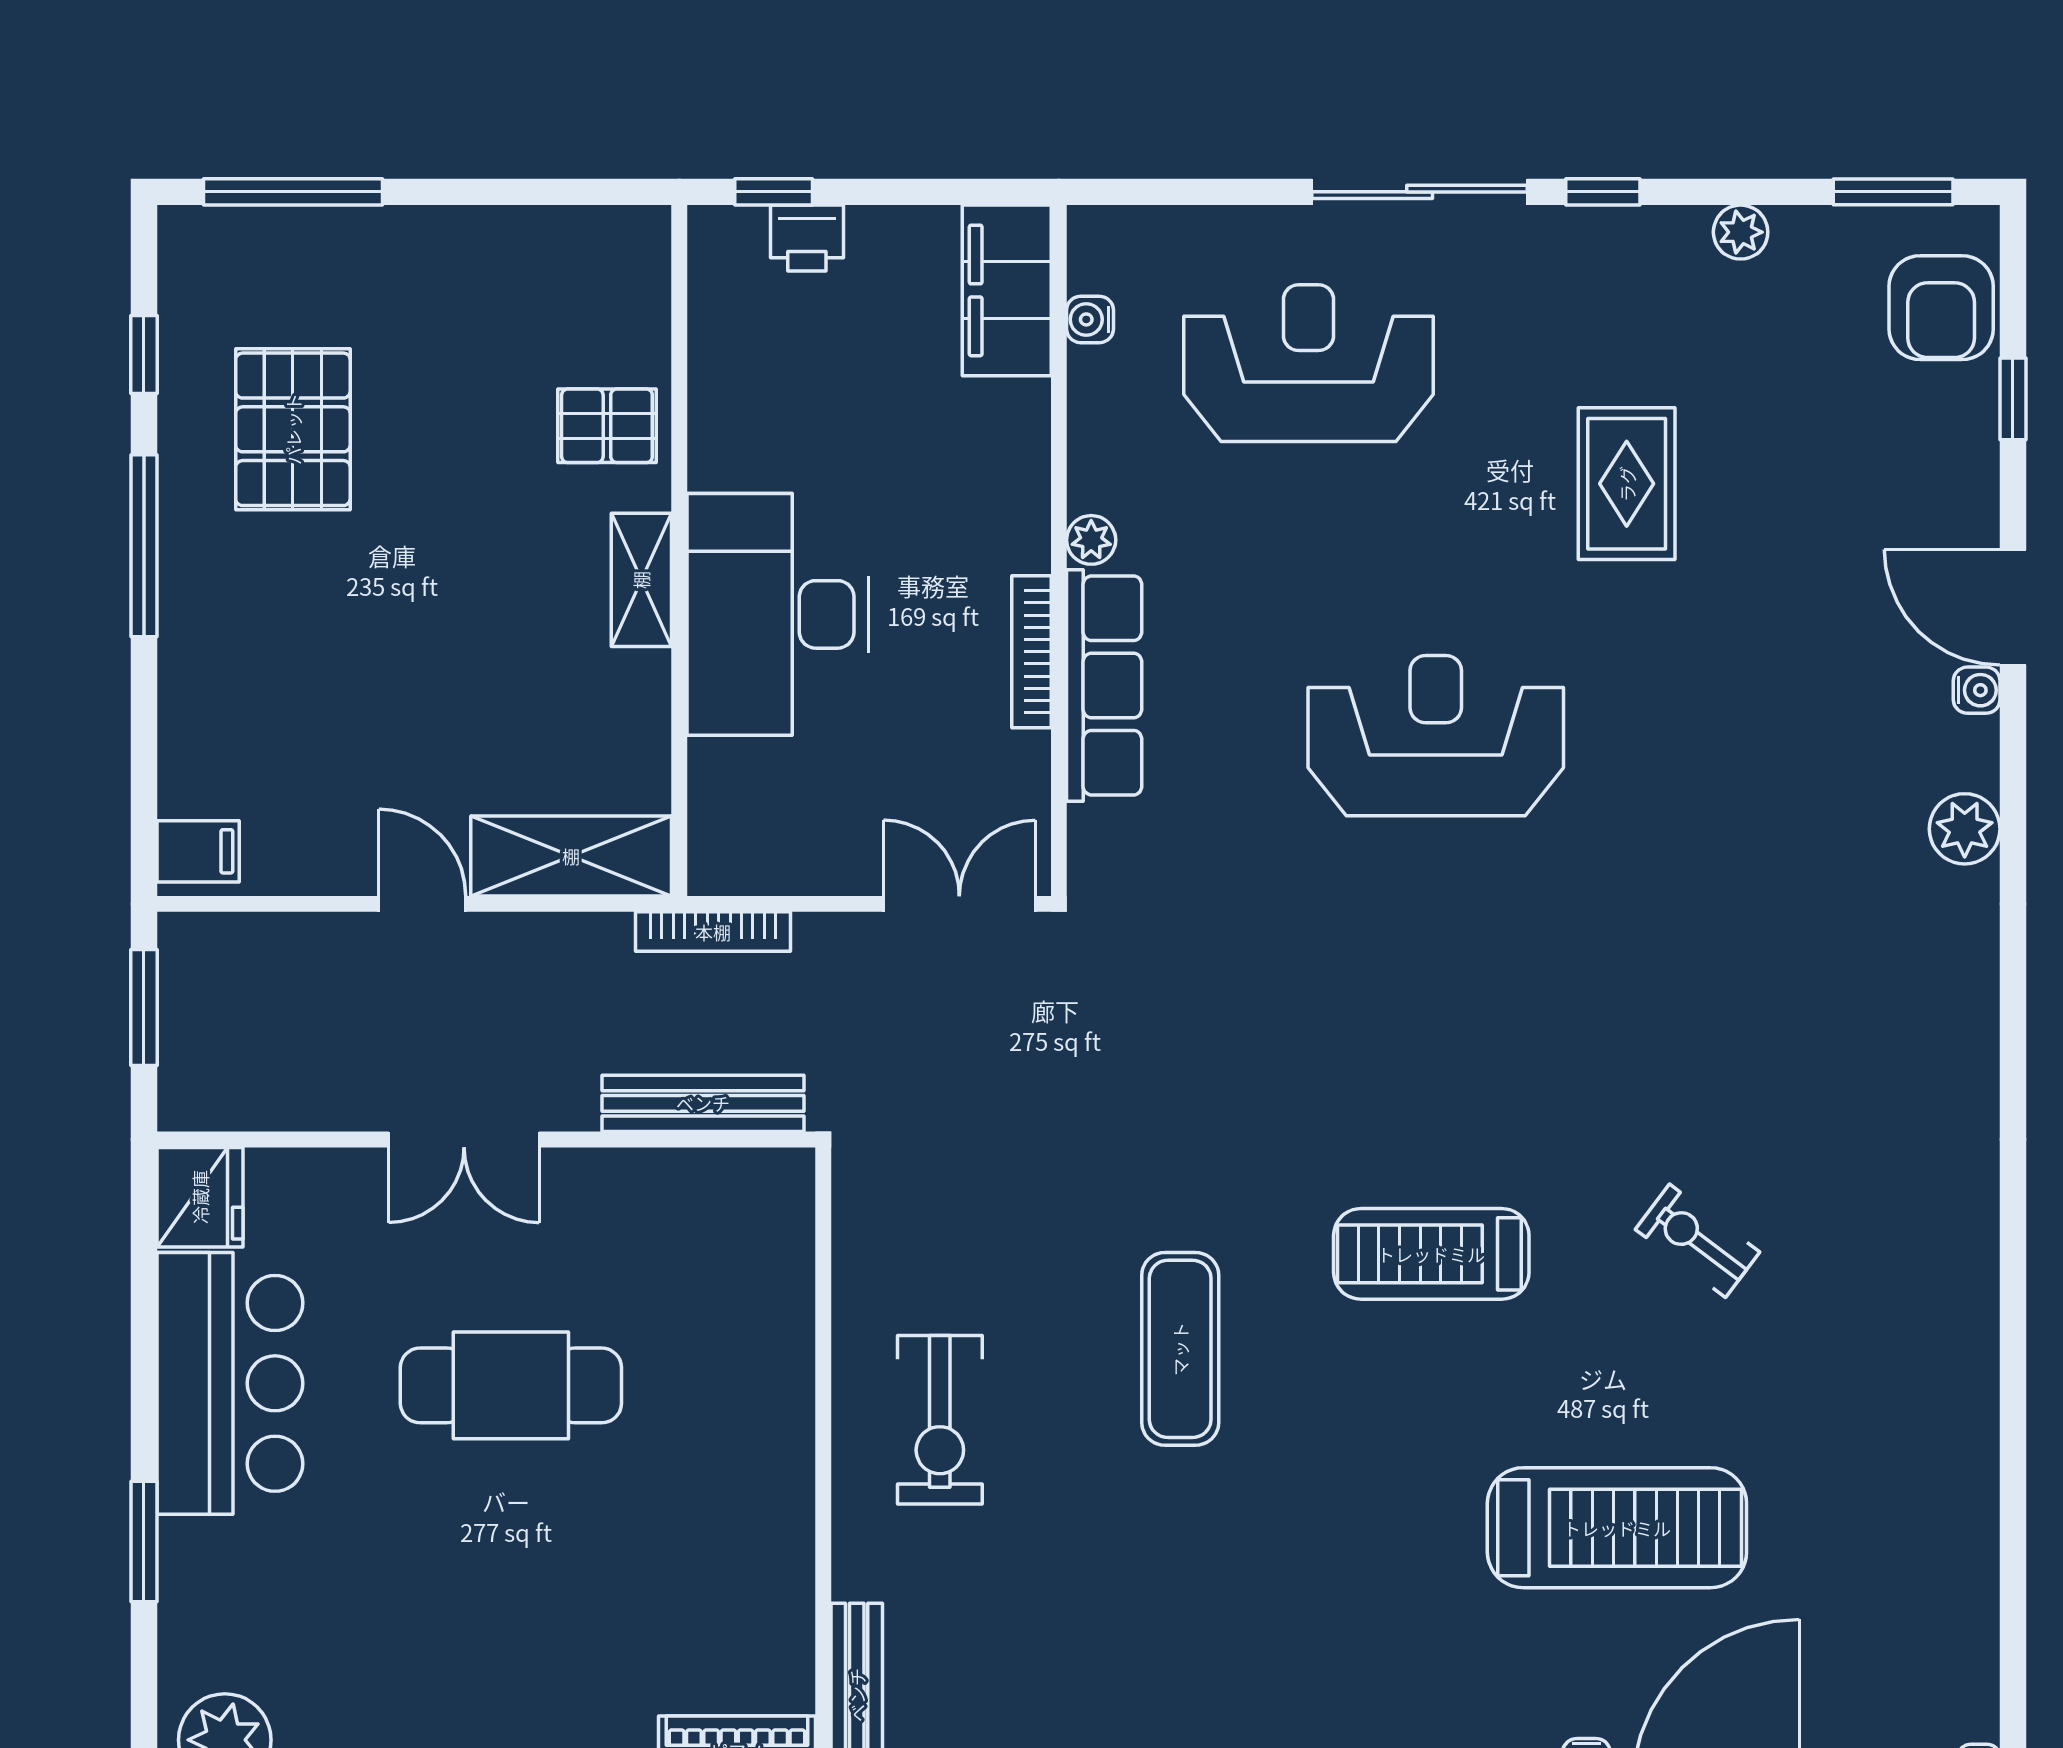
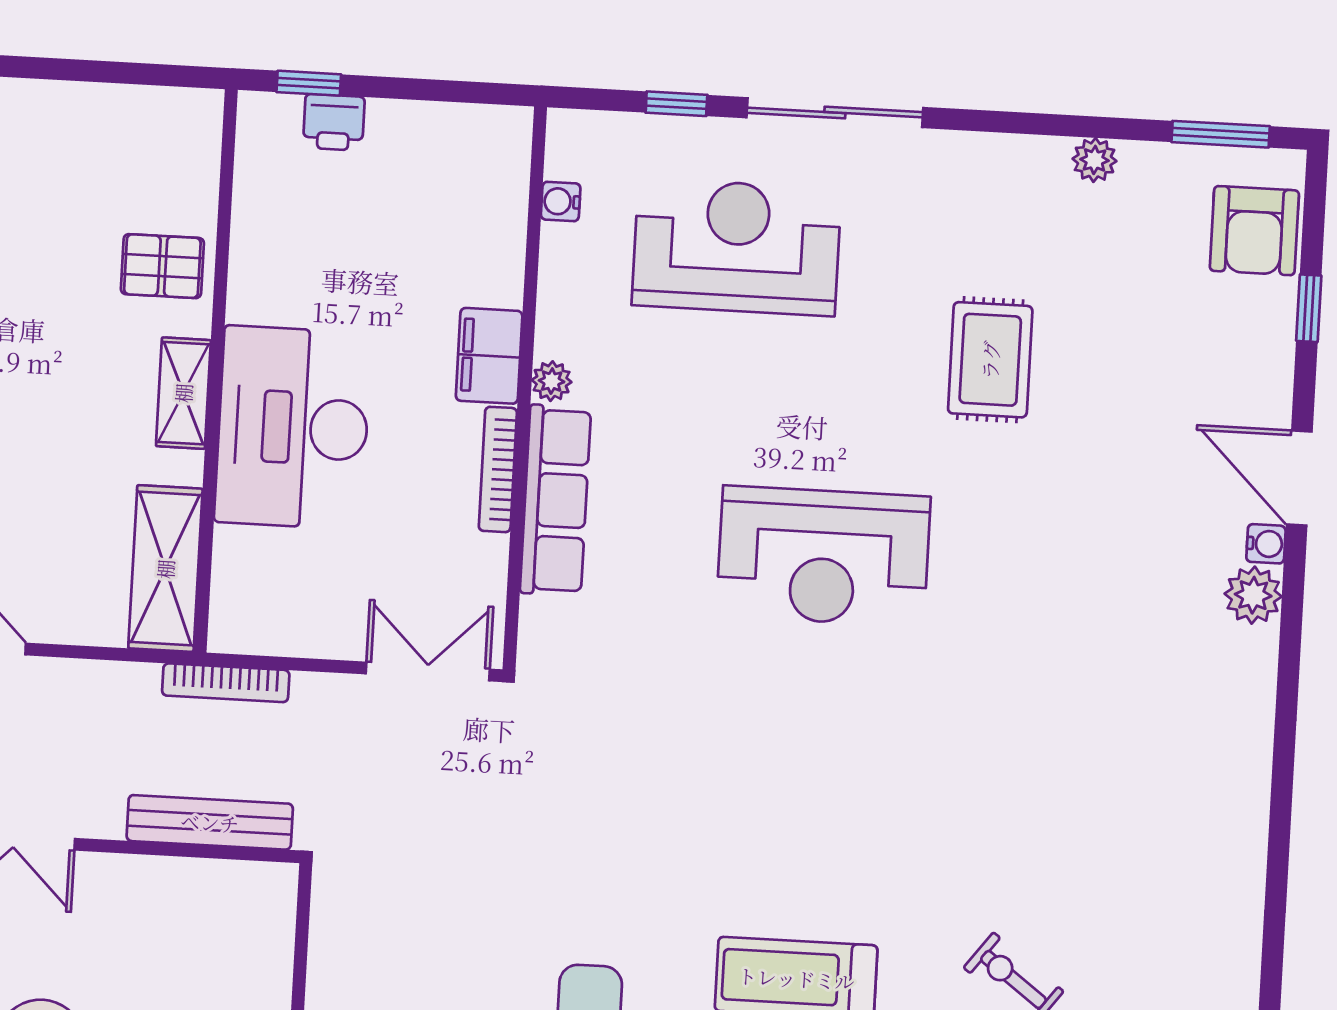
window: (1603, 192) -> (676, 104), moved
filing cabinet: (1007, 290) -> (489, 356), moved, width x0.67, depth x0.86
reception desk: (1436, 736) -> (823, 556), turned 180
plant: (1965, 829) -> (1253, 595), moved
shelving: (571, 856) -> (165, 569), moved, turned 90

